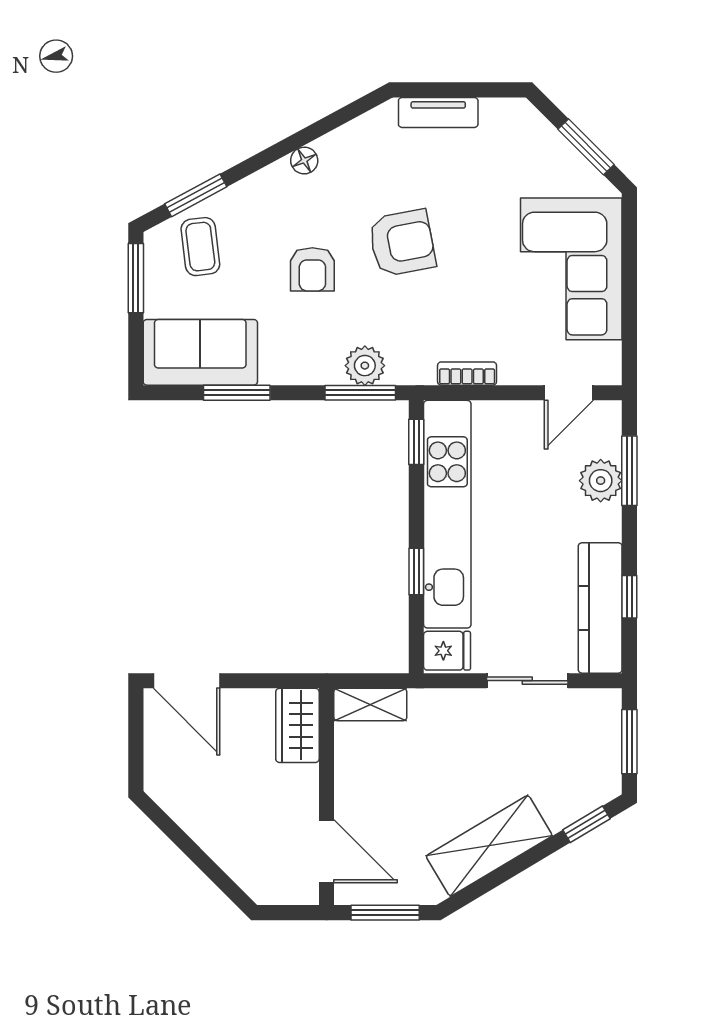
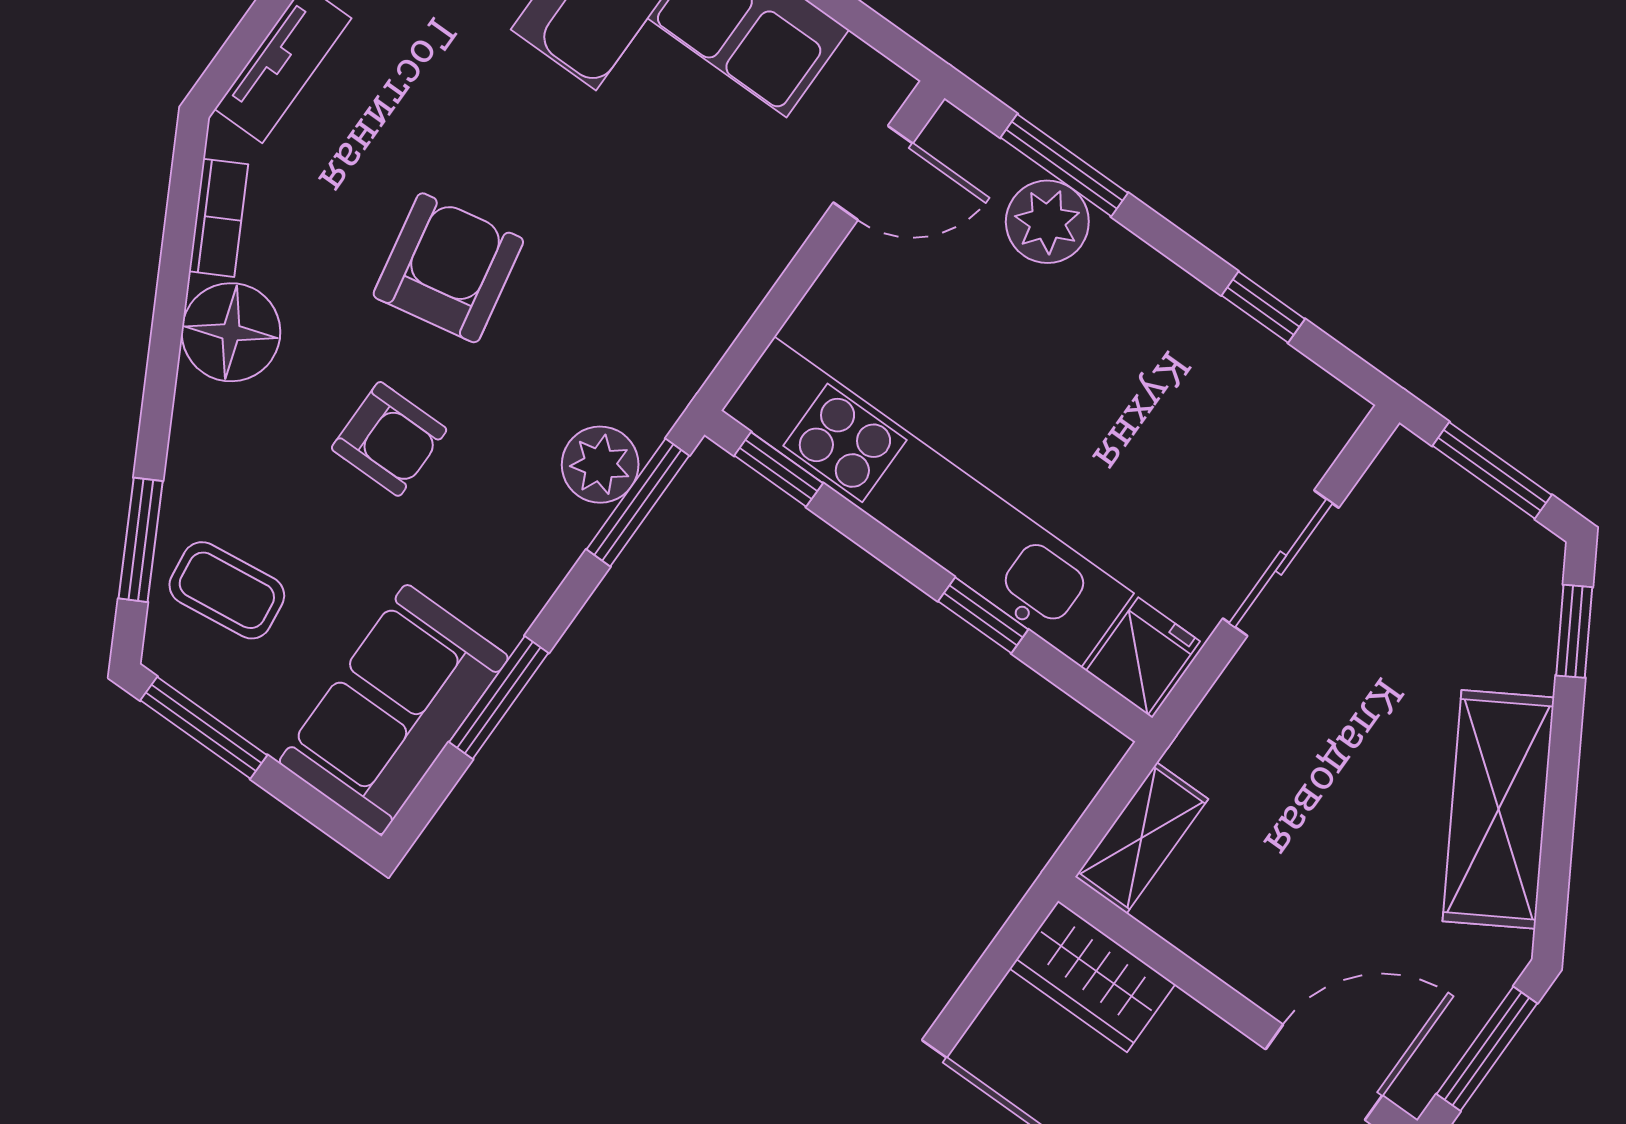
floor lamp: (304, 161) -> (231, 332), width x1.89, depth x1.89
bookcase: (467, 374) -> (219, 218), moved, turned 152
door: (569, 393) -> (873, 173), hinge flipped
kitchen counter: (600, 608) -> (1248, 366), removed

